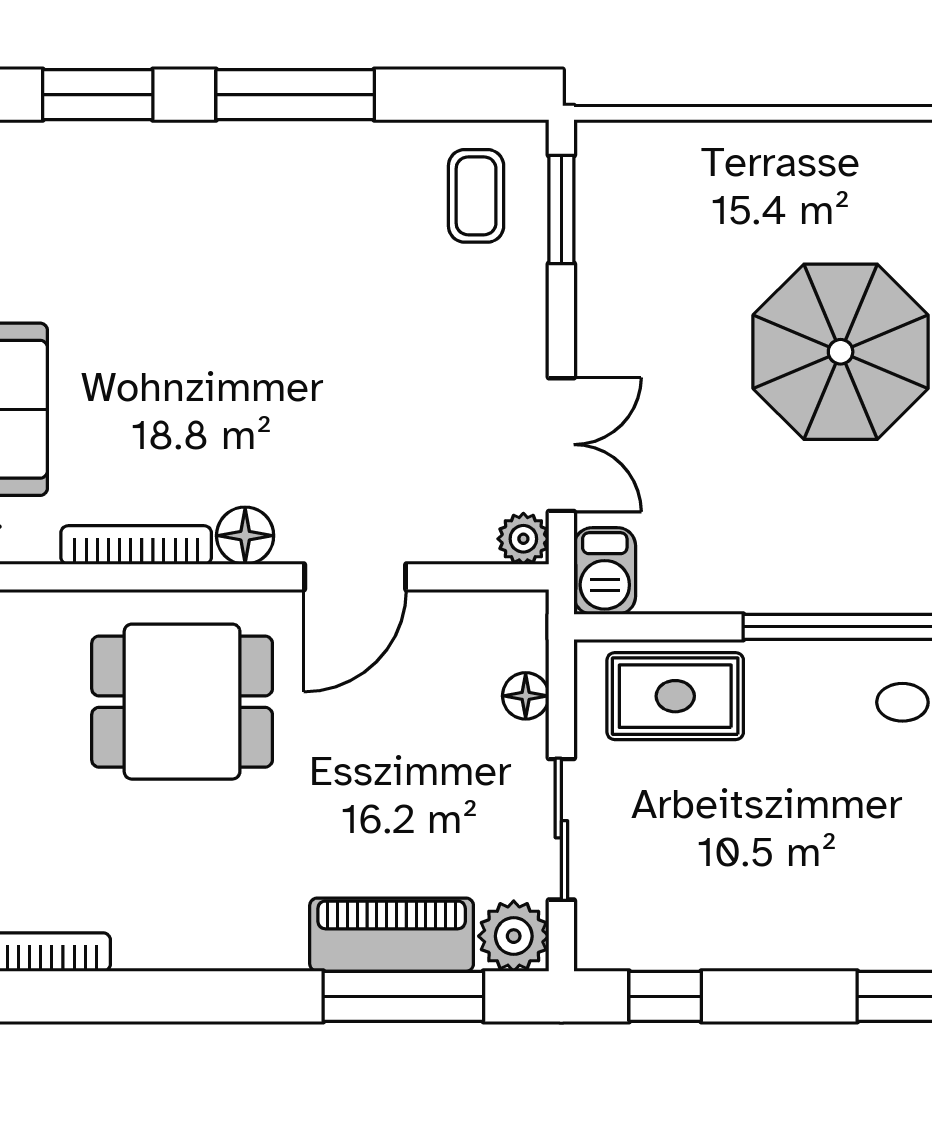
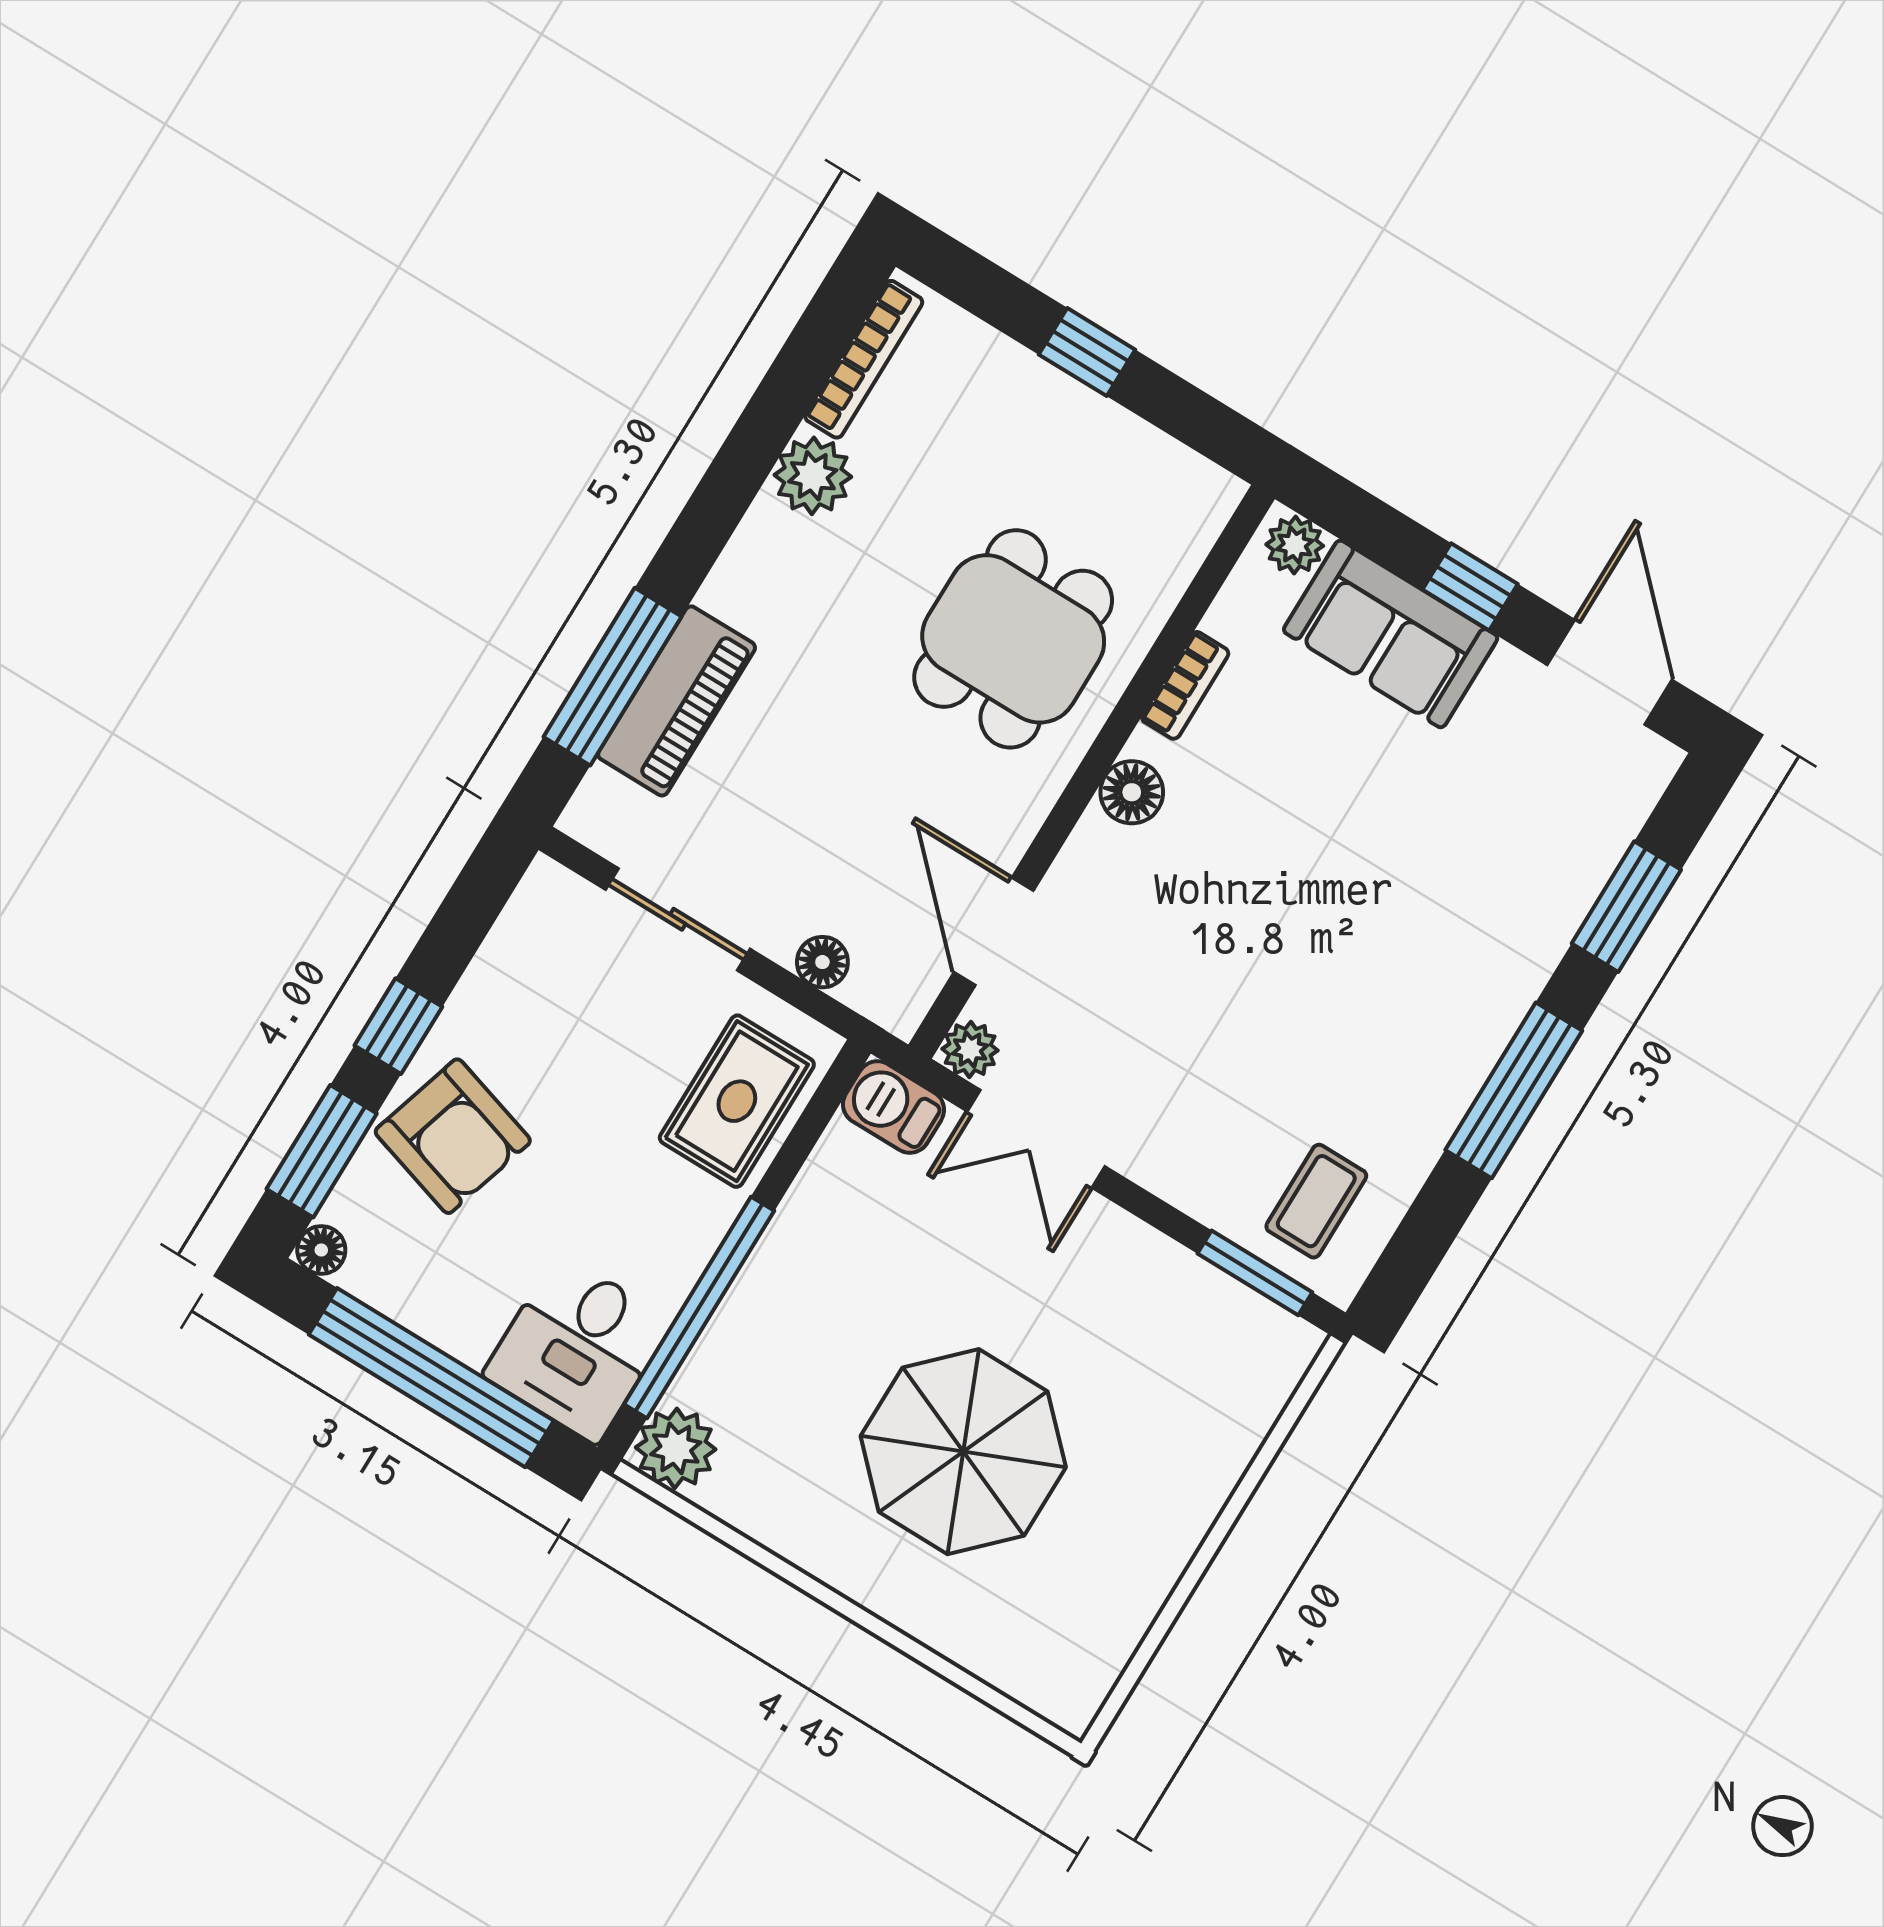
coffee table: (476, 196) -> (1316, 1201), turned 90
bookcase: (136, 545) -> (1185, 685), width x0.64
door: (355, 577) -> (994, 932), moved
armchair: (838, 901) -> (453, 1136), added
plant: (514, 936) -> (813, 476), moved
window: (665, 996) -> (398, 1026), moved

